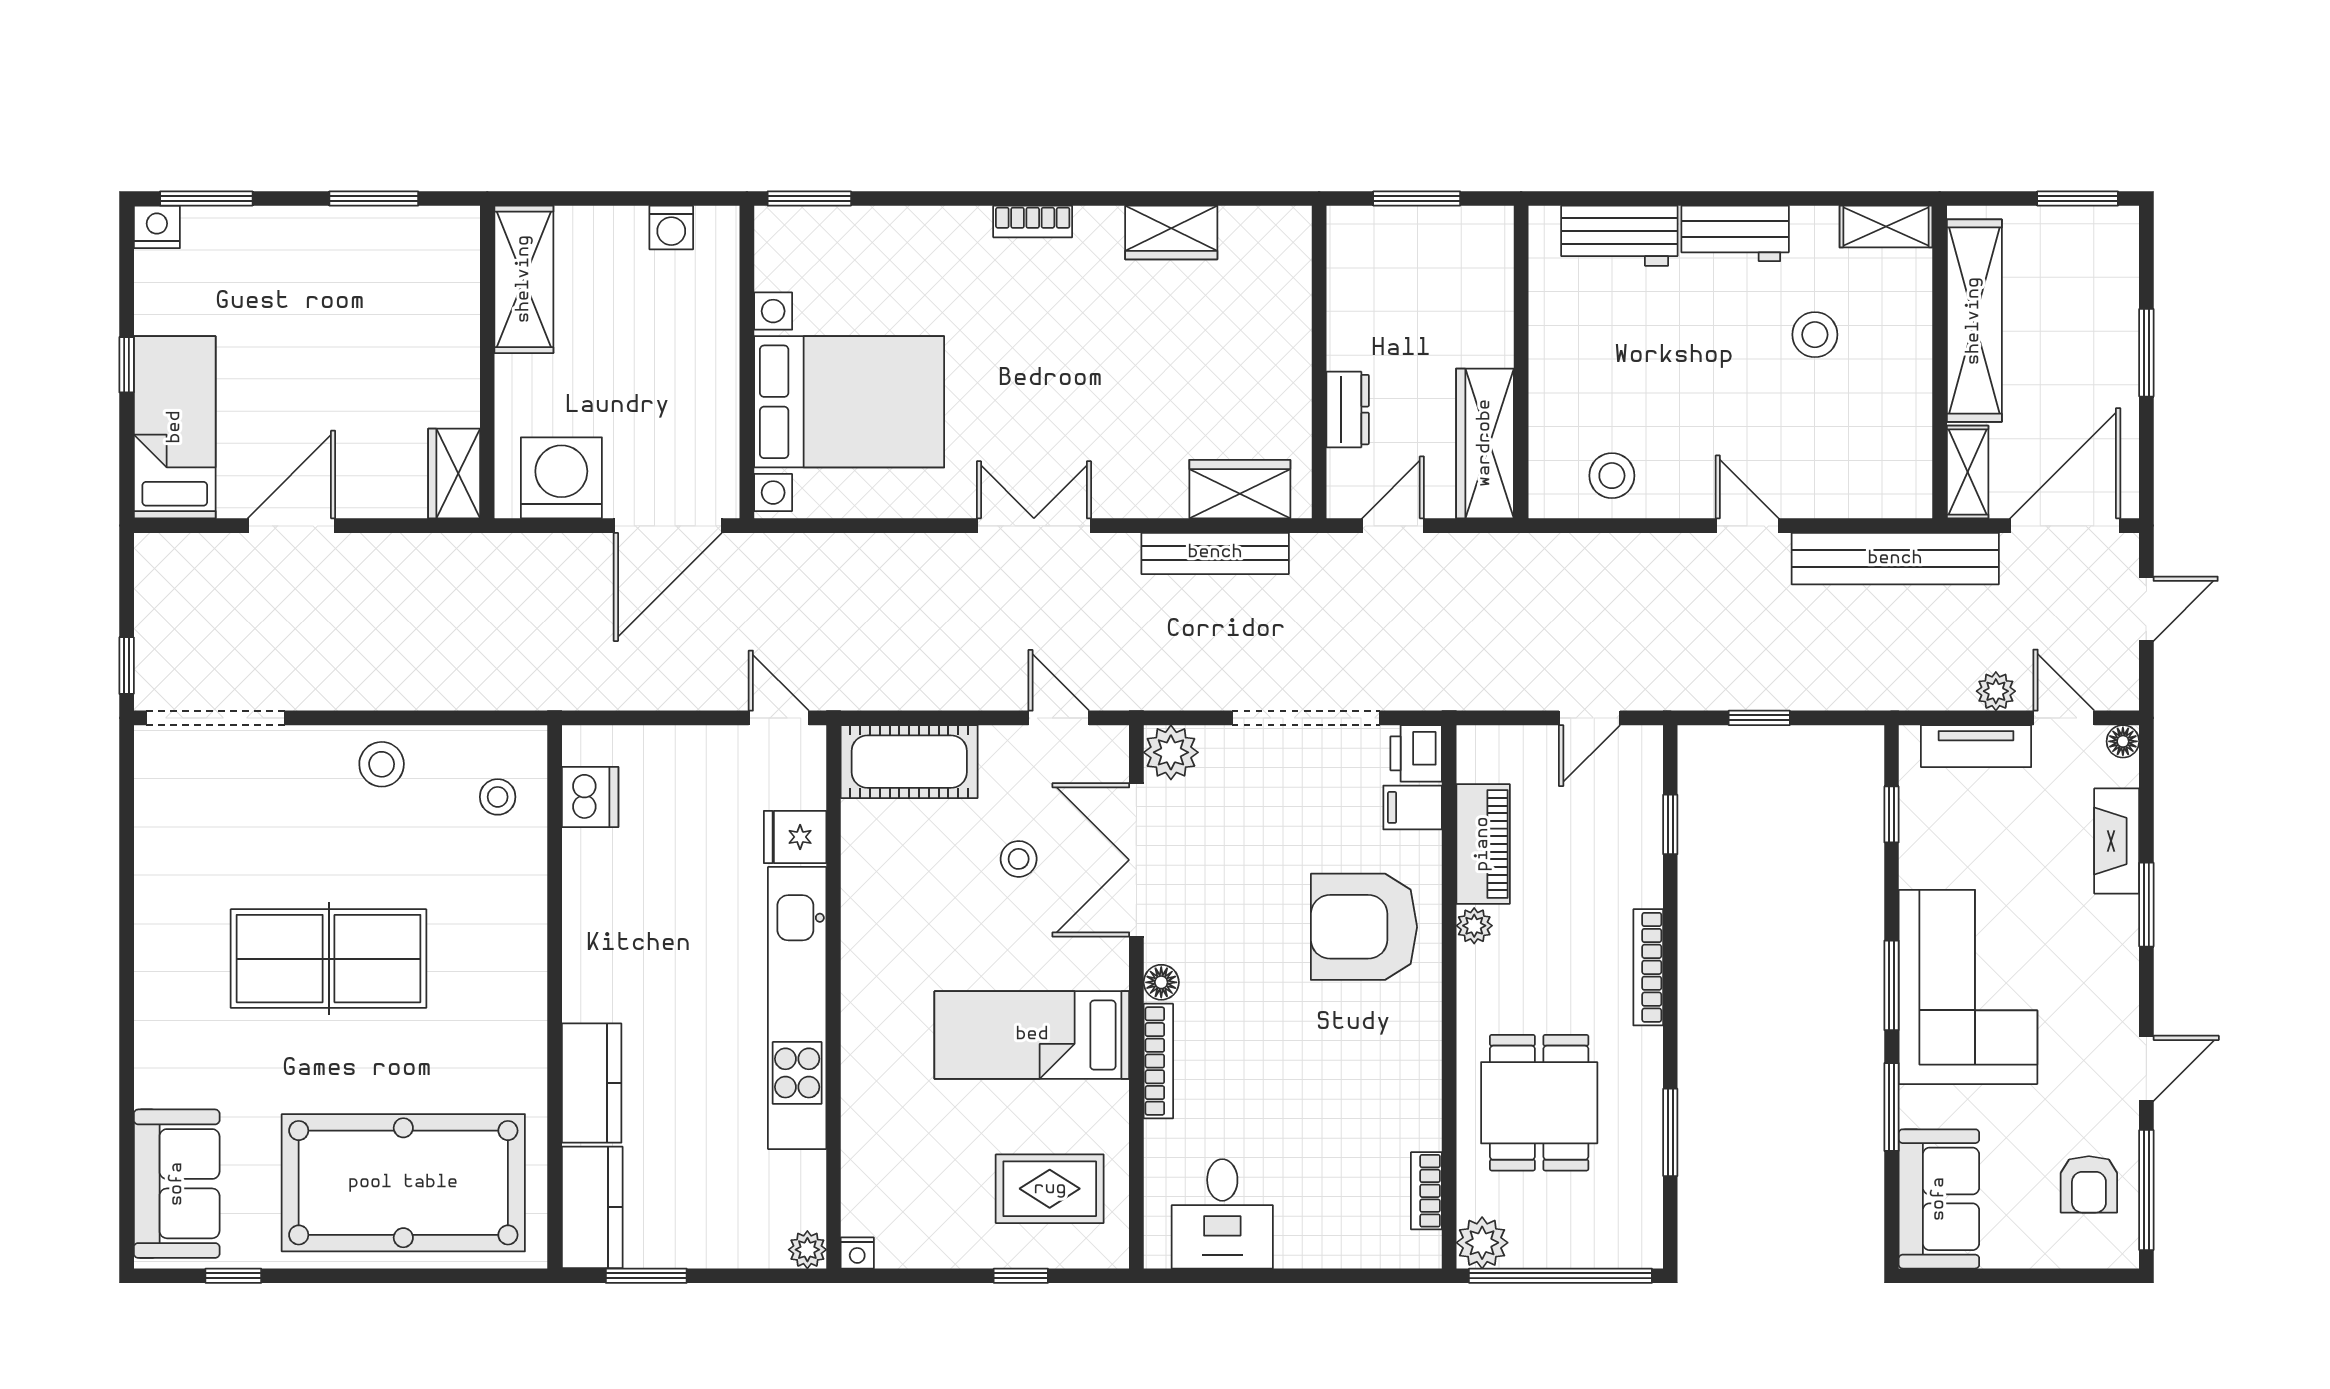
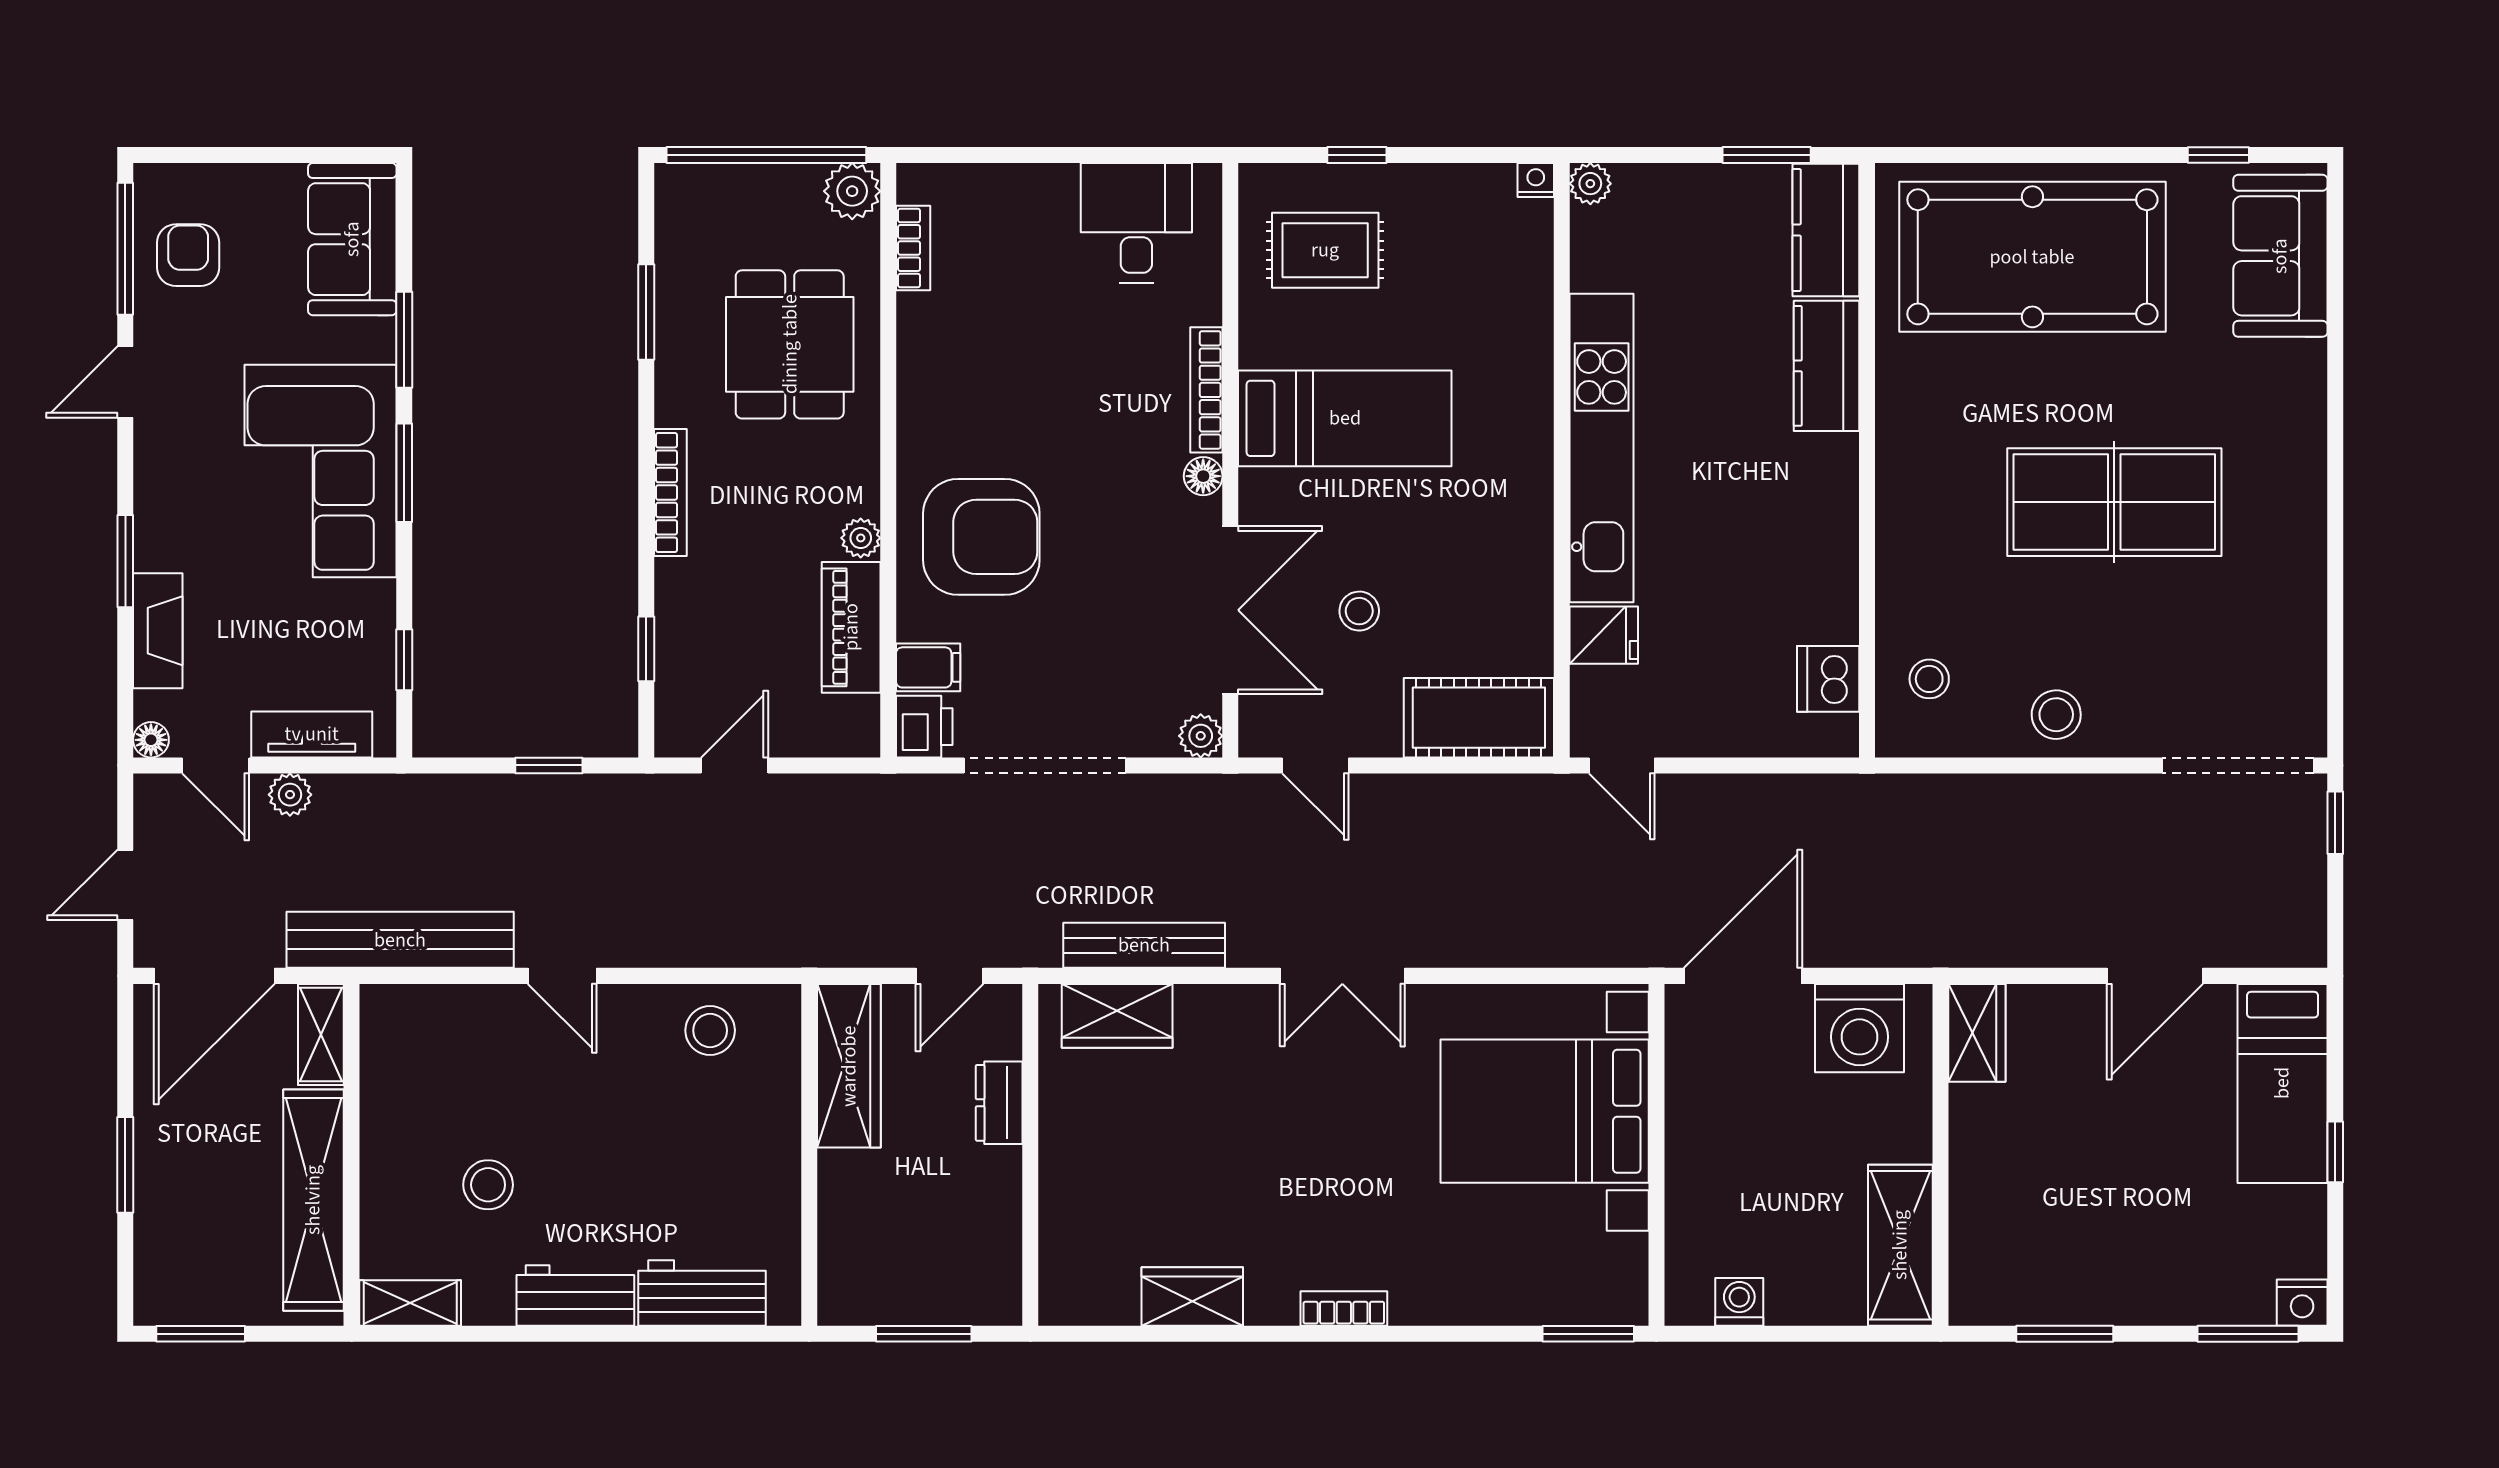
plant: (1171, 752) -> (1201, 736), width x0.73, depth x0.73

